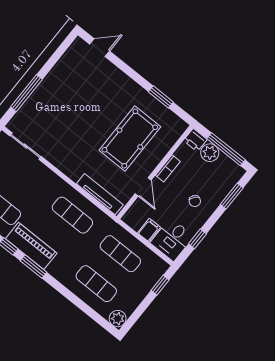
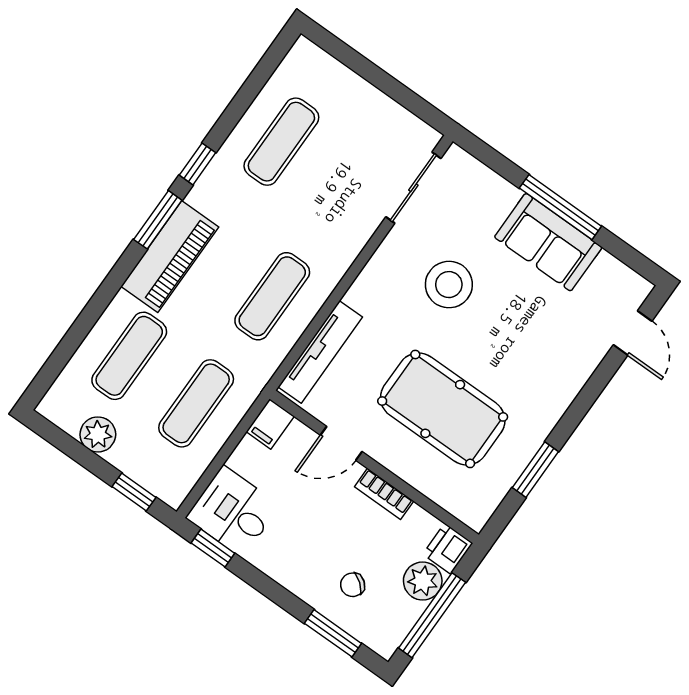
sofa: (55, 85) -> (548, 242), added
window: (26, 93) -> (560, 207), moved
stool: (72, 132) -> (449, 285), added
chair: (195, 201) -> (353, 585), moved
filing cabinet: (149, 230) -> (270, 424), moved, turned 90
window: (197, 239) -> (213, 548), moved
piano: (31, 246) -> (170, 257), moved
plant: (118, 319) -> (98, 434), moved

